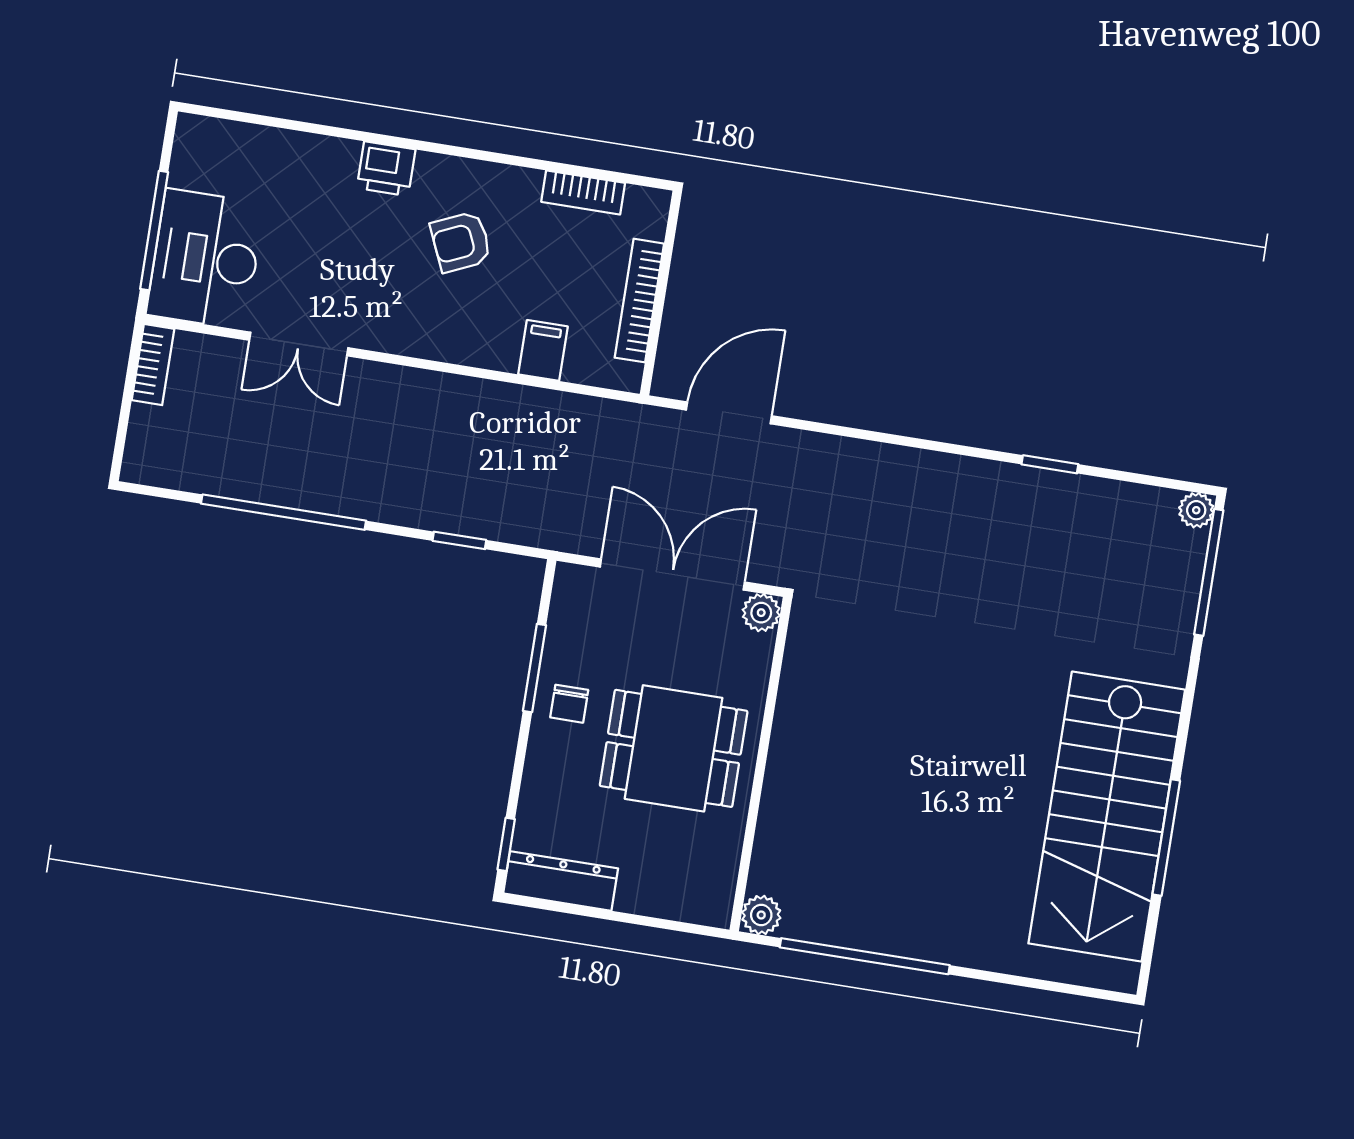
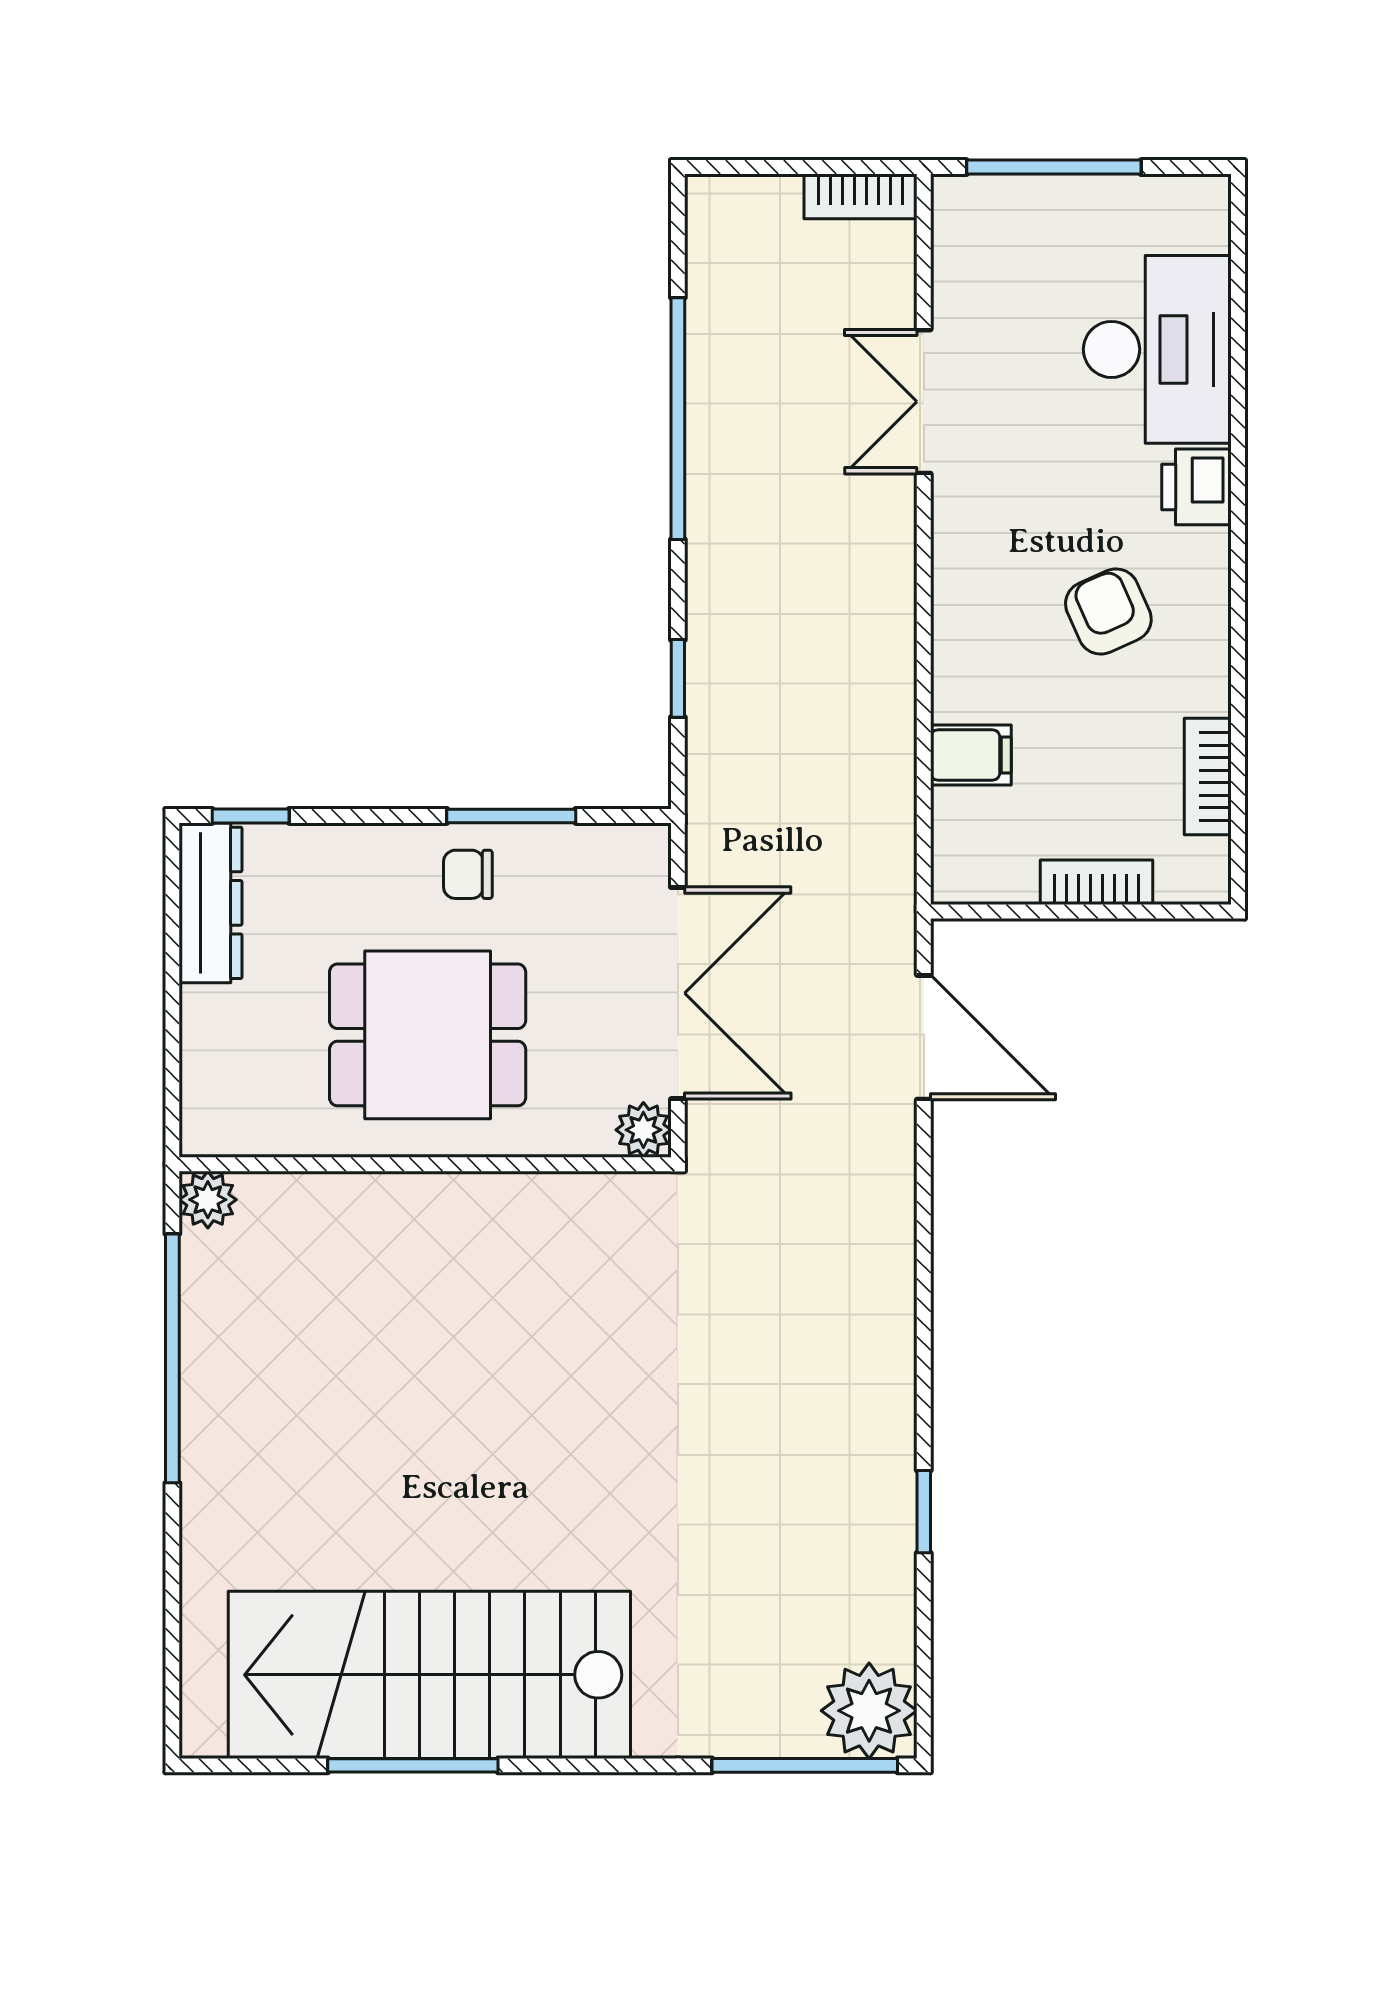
desk: (206, 259) -> (1157, 349), moved, turned 90
bookcase: (639, 301) -> (1097, 882), width x0.64
plant: (1196, 510) -> (869, 1711), width x1.87, depth x1.87
dining table: (674, 748) -> (428, 1035), turned 90

